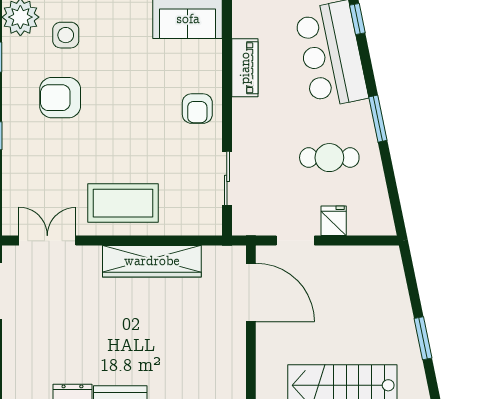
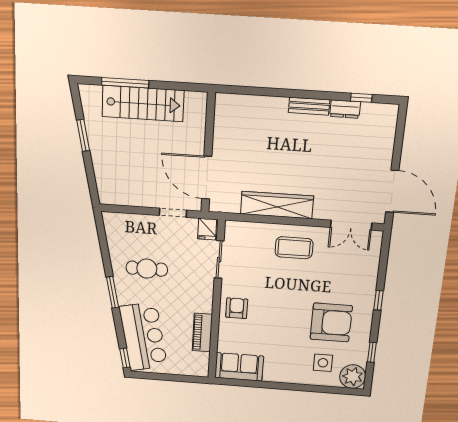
armchair: (60, 98) -> (331, 322), width x1.36, depth x1.36
coffee table: (123, 203) -> (294, 248), width x0.73, depth x0.76
fridge: (334, 221) -> (207, 229), moved

